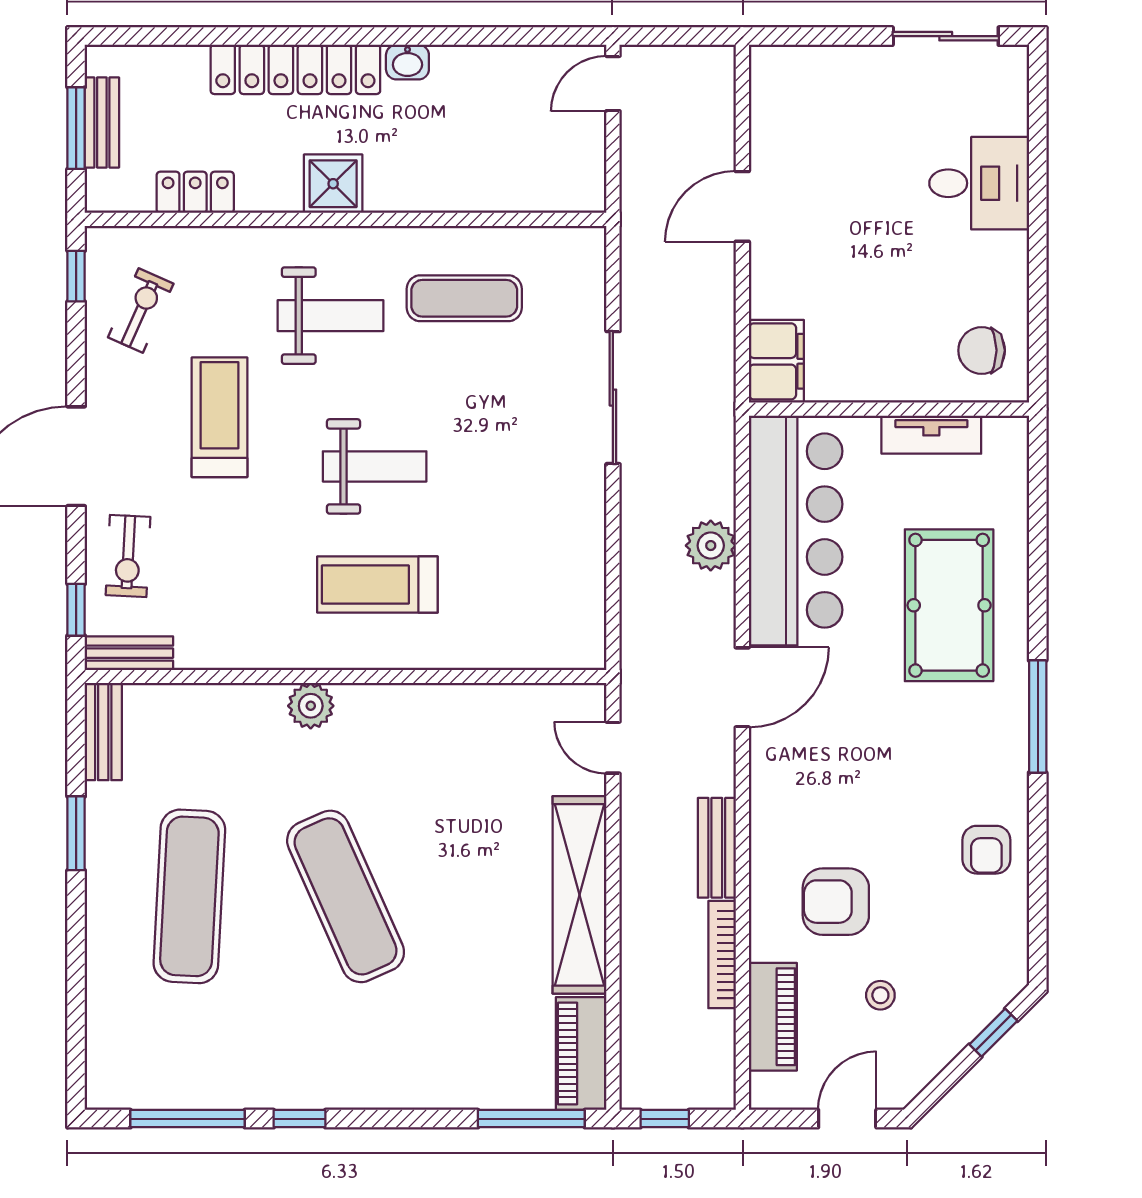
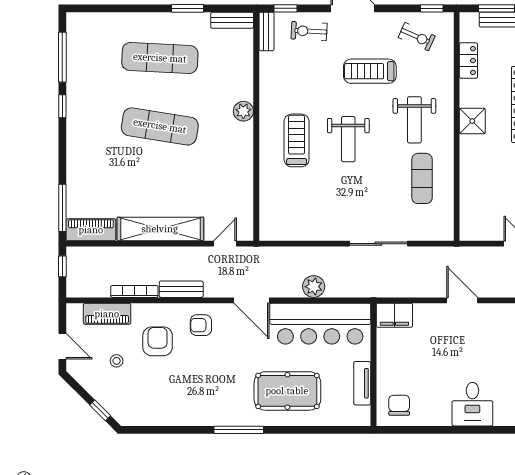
treadmill: (220, 417) -> (370, 71), turned 180
armchair: (986, 850) -> (201, 325), moved
exercise mat: (346, 896) -> (160, 126), turned 33

